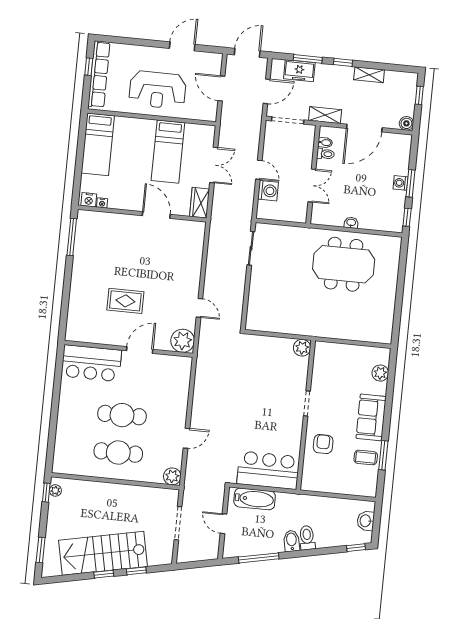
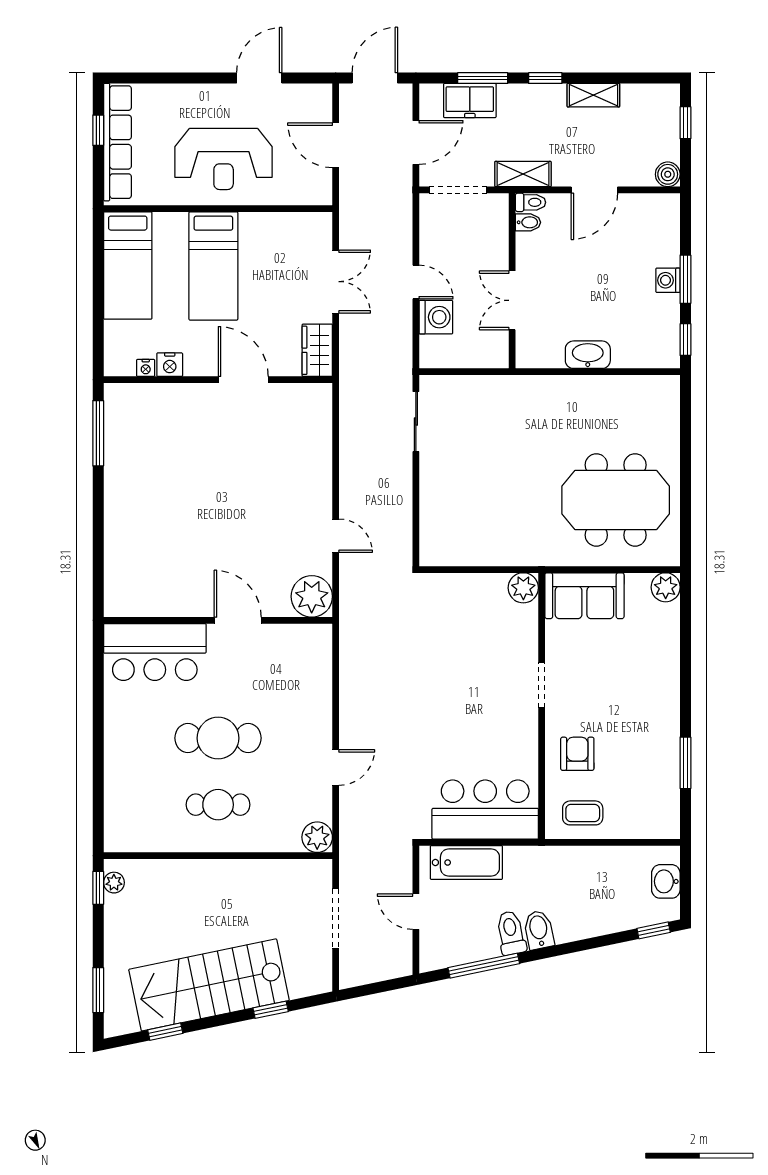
door: (364, 128) -> (594, 190), width x0.73
bed: (168, 152) -> (213, 266), moved
toilet: (325, 154) -> (531, 202), moved
double door: (312, 186) -> (512, 300), swing flipped
nightstand: (89, 200) -> (170, 365), moved
washbasin: (351, 223) -> (588, 355), width x1.91, depth x1.45
meeting table: (344, 264) -> (616, 500), moved
rug: (125, 301) -> (204, 536), removed
door: (140, 350) -> (238, 620), hinge flipped
plant: (380, 373) -> (666, 587), moved
sofa: (371, 417) -> (584, 596), moved, turned -90
cafe table: (118, 452) -> (218, 805), width x0.73, depth x0.74
coffee table: (366, 457) -> (583, 813), moved
toilet: (307, 538) -> (511, 933), moved
window: (104, 574) -> (165, 1032), moved

